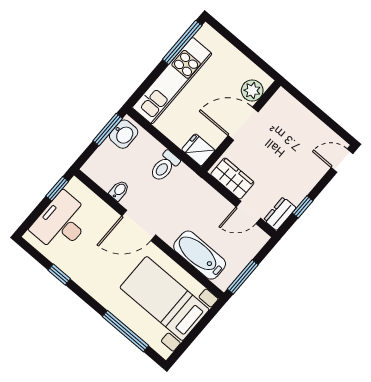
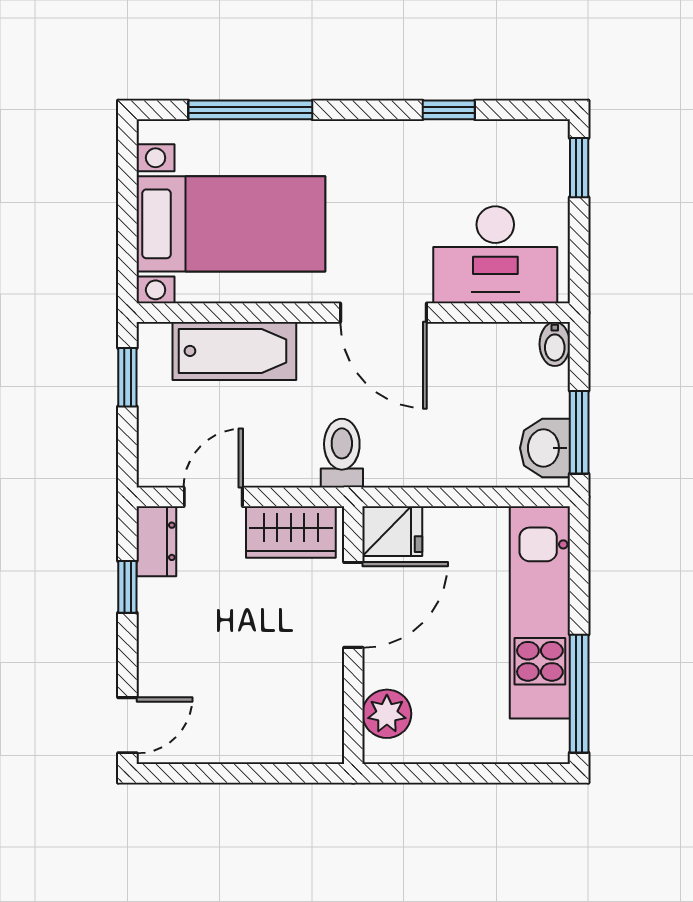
door: (243, 124) -> (353, 605), moved
toilet: (165, 166) -> (342, 453), moved
window: (57, 189) -> (579, 168), moved
bidet: (119, 190) -> (555, 344), moved
desk: (62, 223) -> (495, 255), moved, turned 90
door: (139, 225) -> (384, 313), swing flipped
window: (243, 277) -> (127, 377), width x0.67

